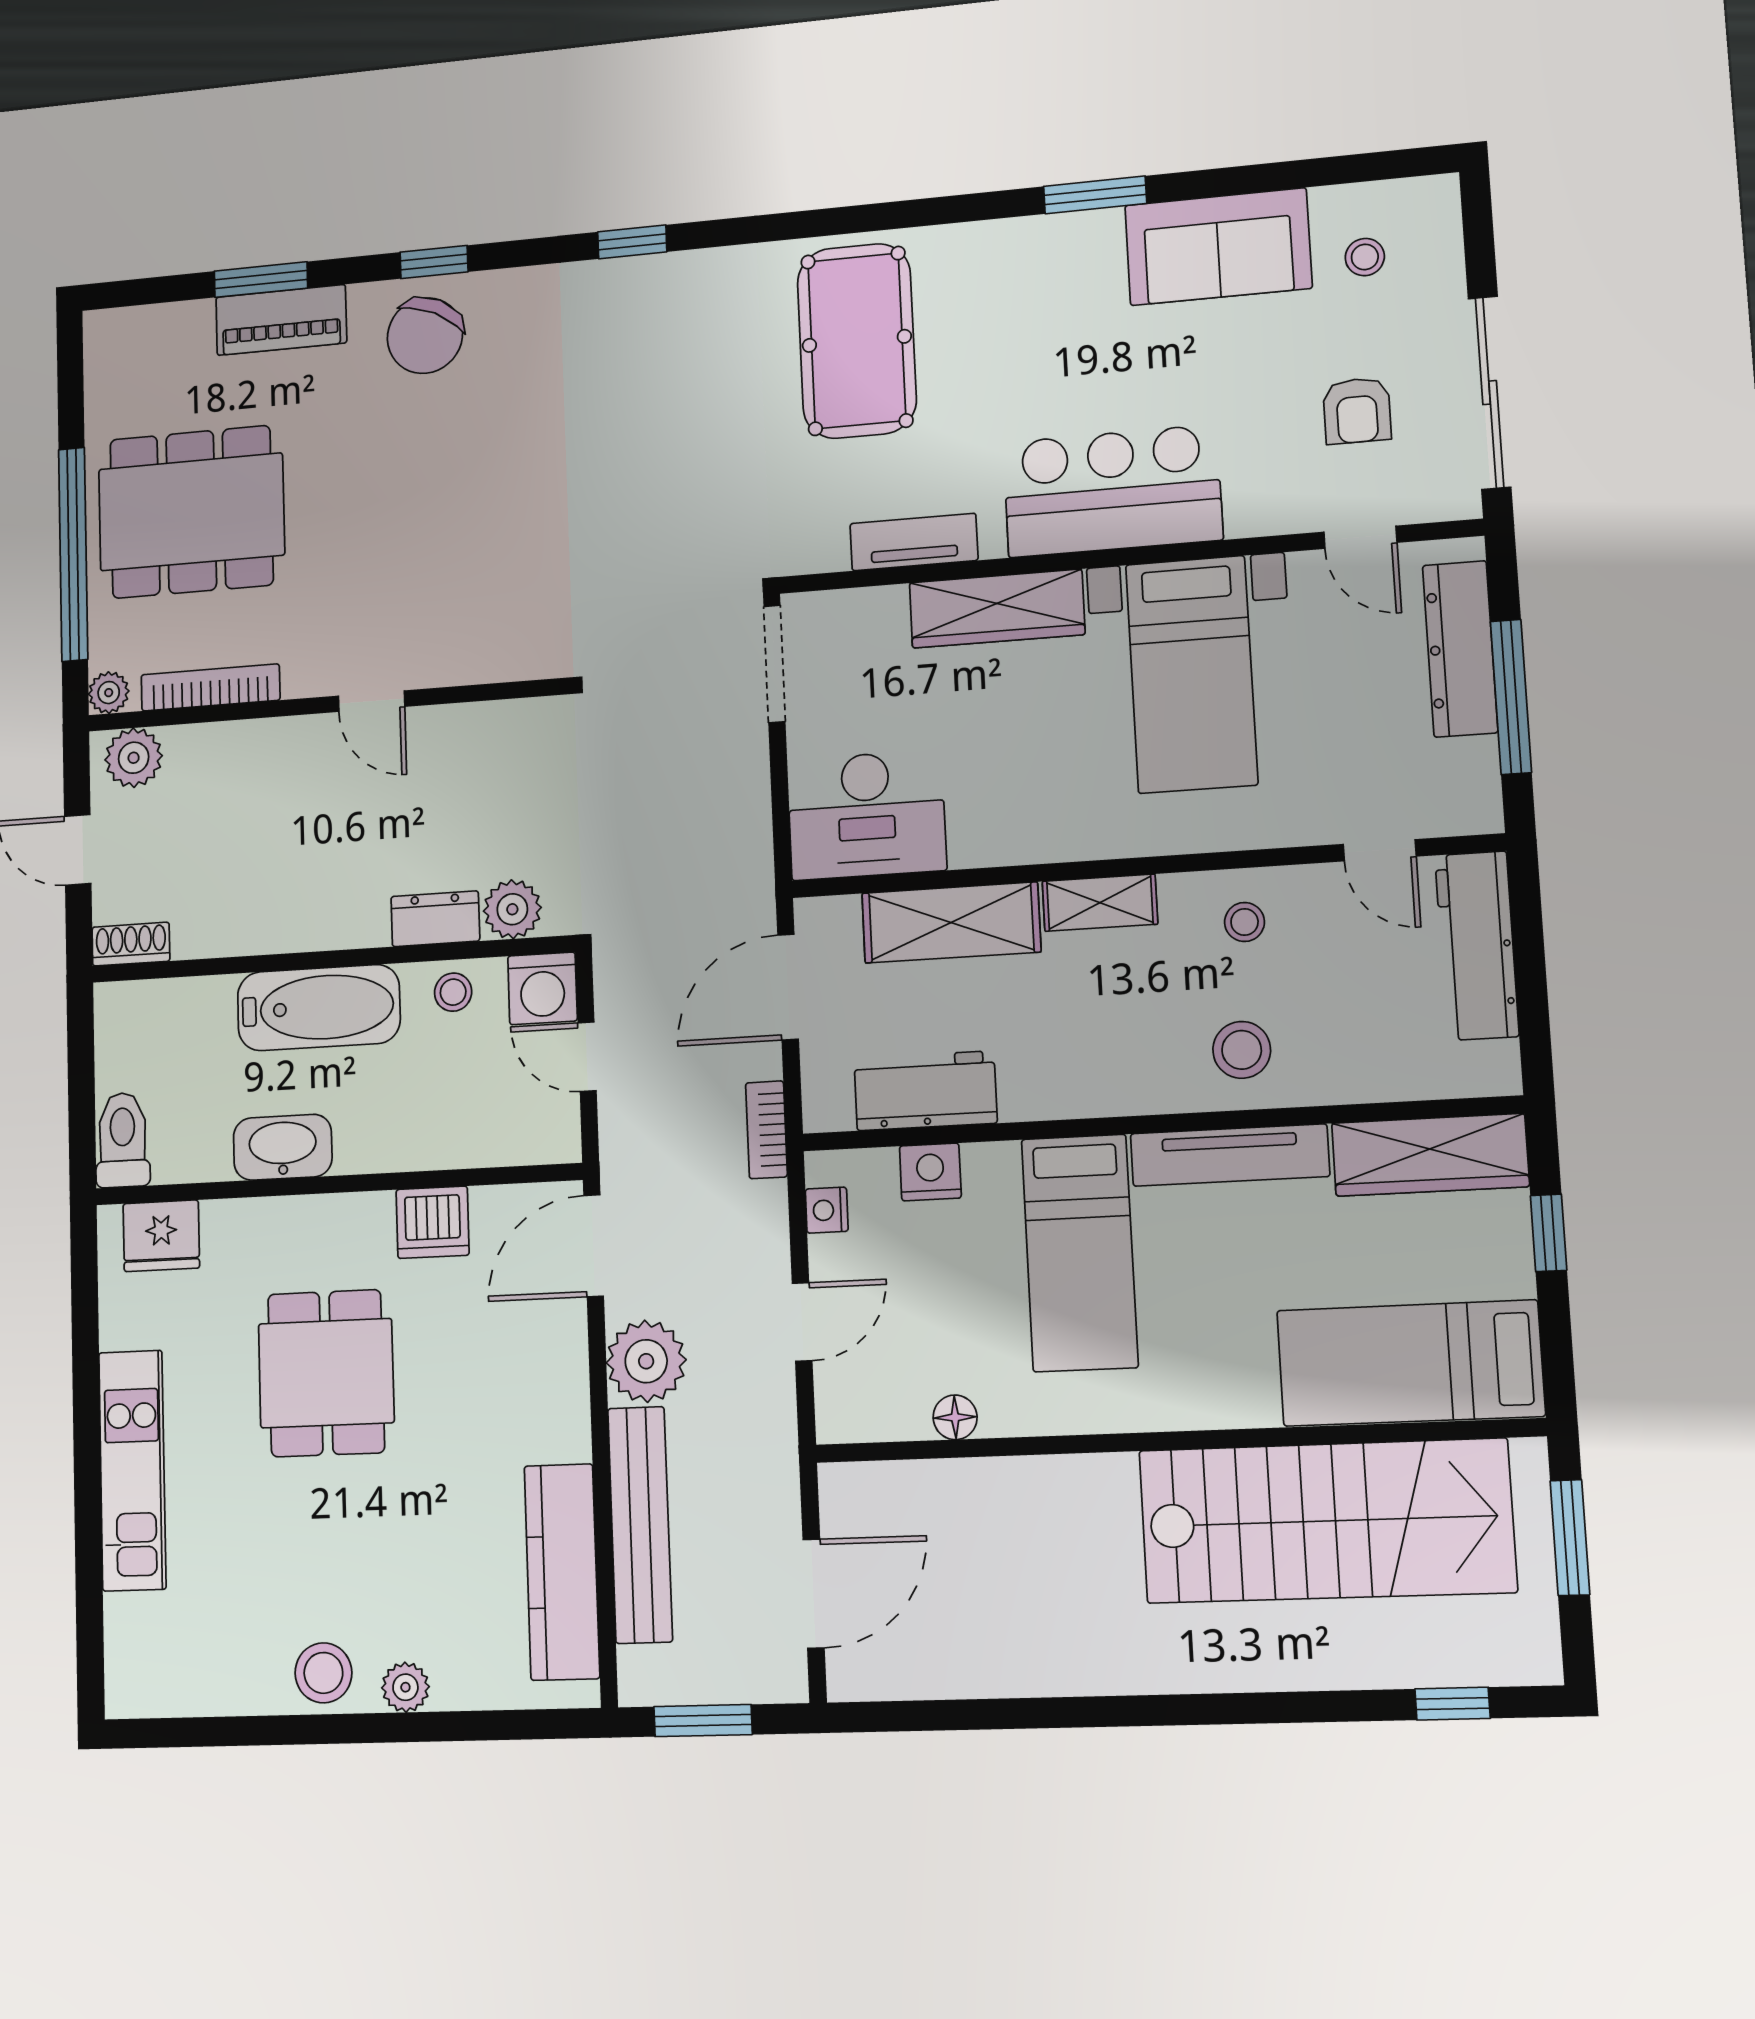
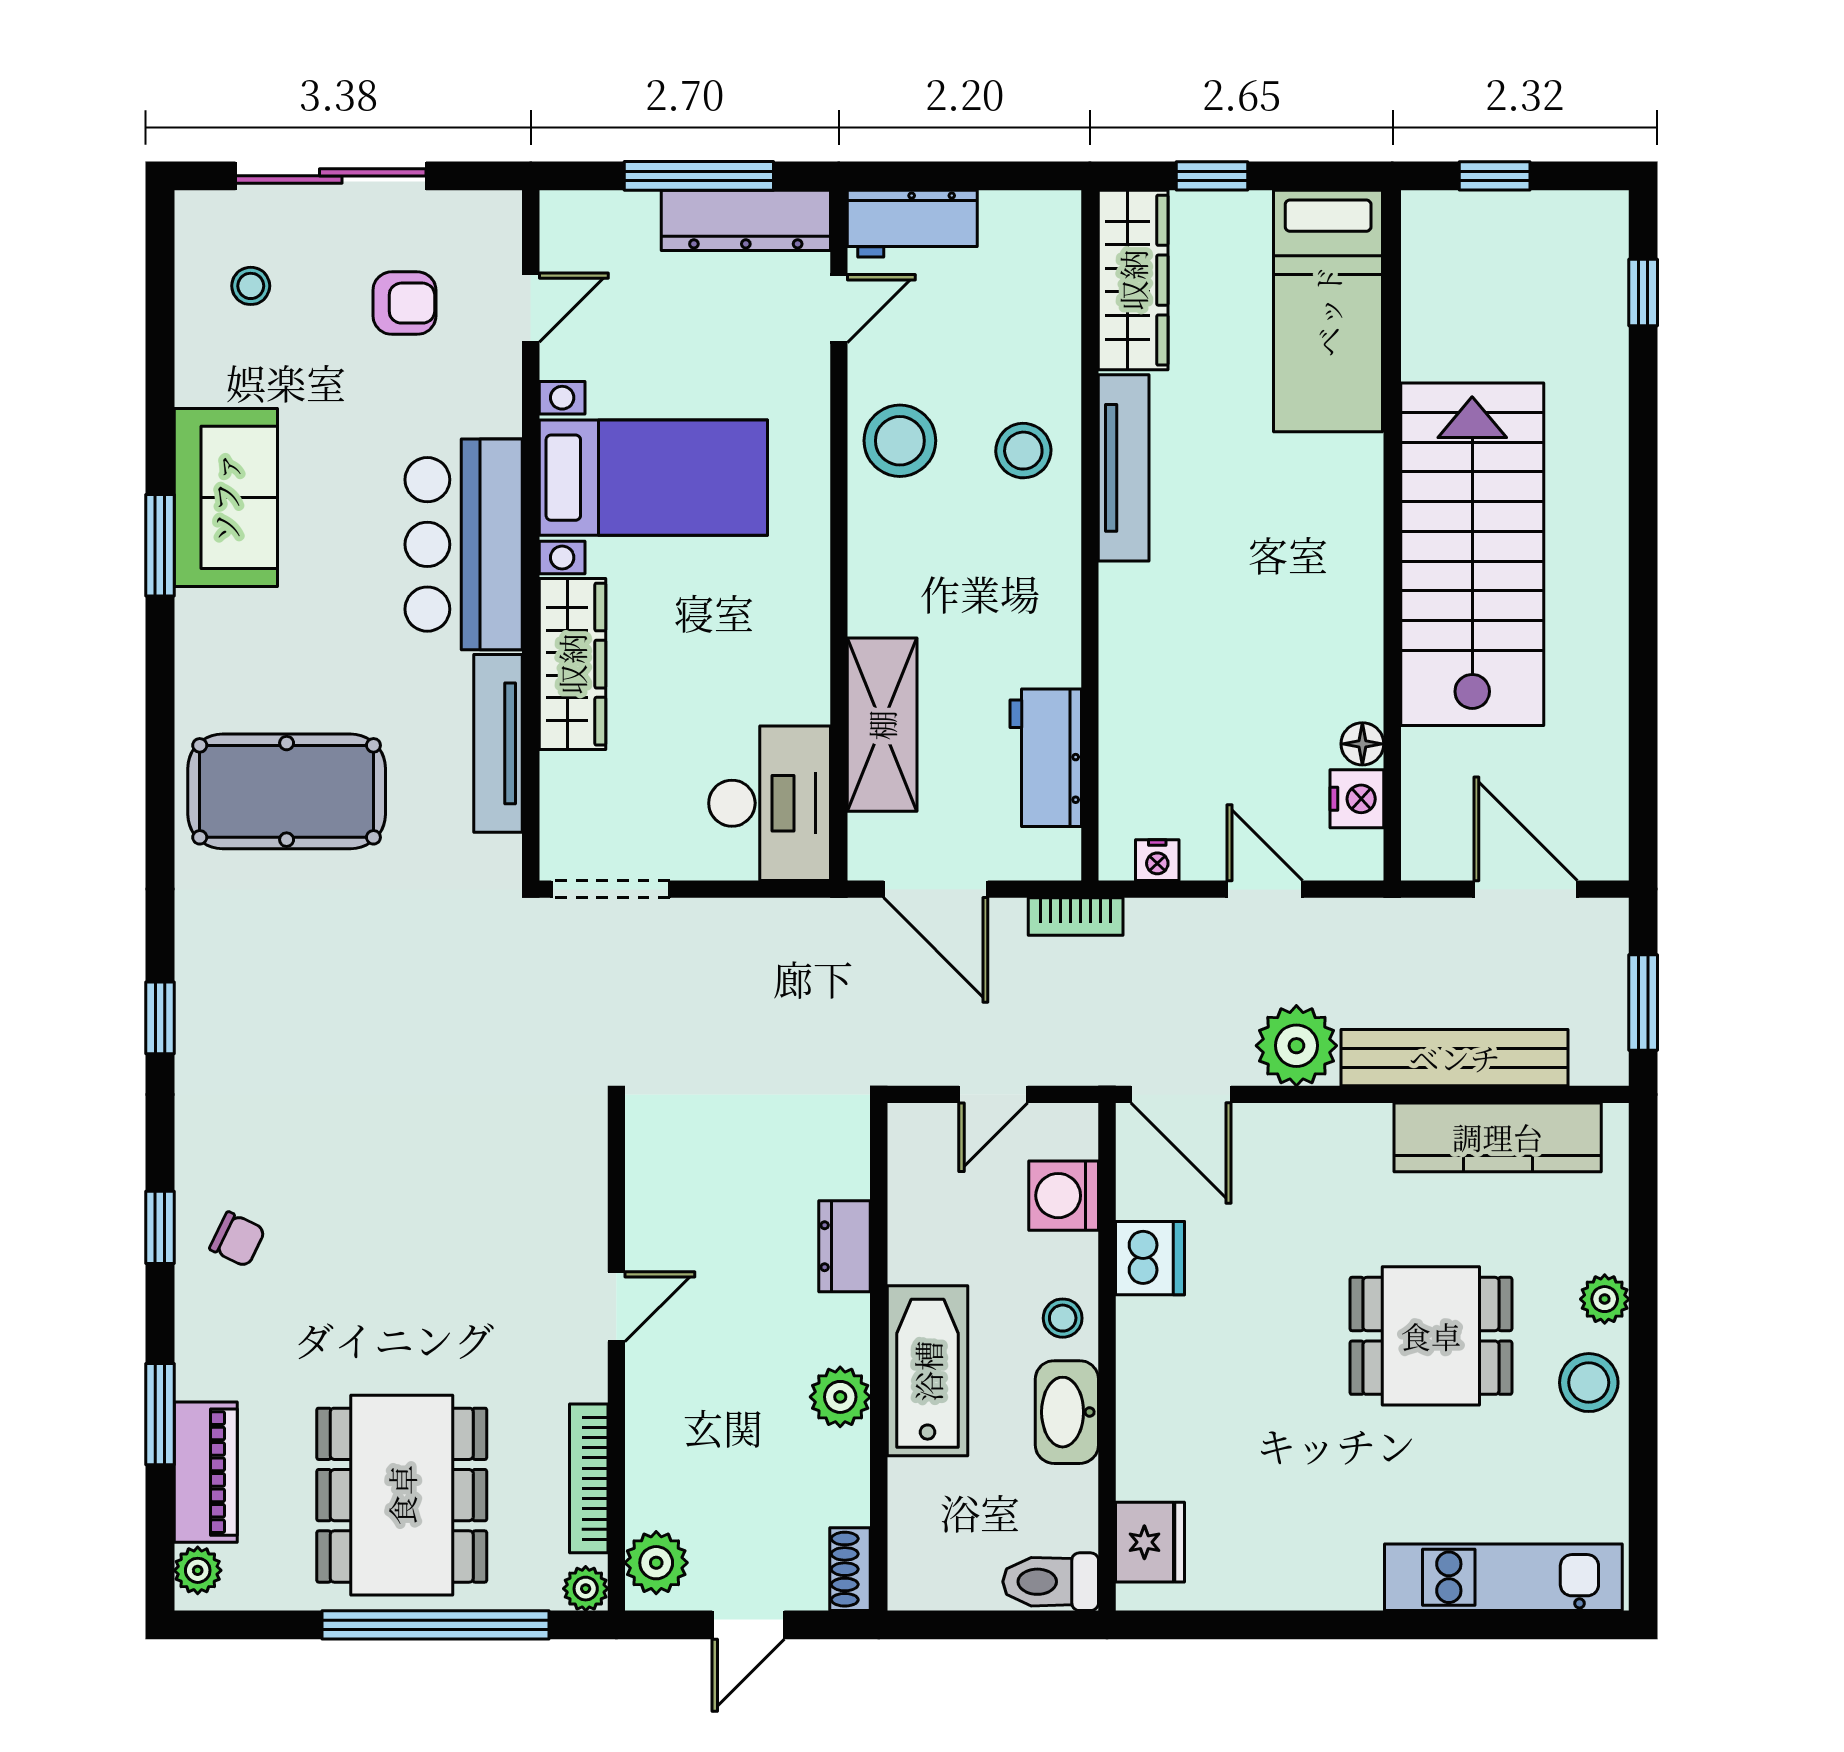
sofa: (1218, 247) -> (226, 497), moved
piano: (281, 320) -> (206, 1472), moved
plant: (119, 329) -> (198, 1570), added
chair: (425, 336) -> (237, 1239), width x0.54, depth x0.54
sliding door: (1490, 393) -> (331, 176), moved
tv unit: (914, 542) -> (498, 743), width x1.41
dresser: (1460, 649) -> (746, 220), moved
shelving: (1100, 903) -> (872, 579), removed
plant: (512, 909) -> (840, 1397), moved
stool: (1244, 922) -> (900, 441), width x1.89, depth x1.89
workbench: (1477, 946) -> (912, 224), width x0.73
washing machine: (542, 988) -> (1064, 1196), moved, turned 180
stool: (453, 992) -> (1063, 1318), moved
nightstand: (930, 1172) -> (1357, 799), moved, turned 180
bed: (1080, 1253) -> (1210, 616), removed
dining table: (326, 1373) -> (1431, 1336), moved
kitchen unit: (132, 1470) -> (1503, 1577), moved
stairs: (1326, 1521) -> (1472, 554), moved
window: (1570, 1538) -> (1495, 176), width x0.67

